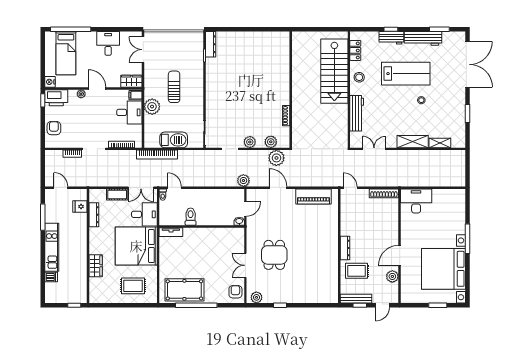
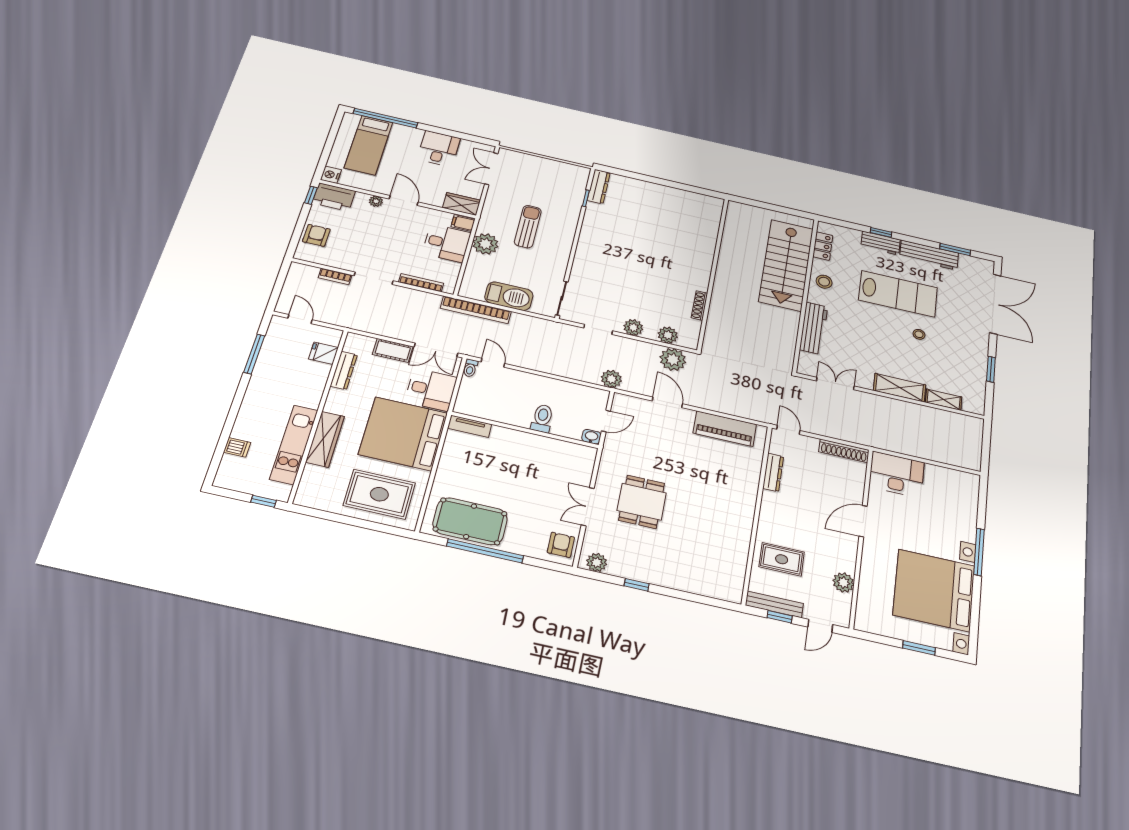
toilet: (191, 217) -> (542, 418), moved
kitchen unit: (52, 247) -> (294, 445), moved, turned 180
dresser: (345, 248) -> (773, 472), moved
door: (400, 255) -> (863, 521), moved
wardrobe: (96, 266) -> (325, 439), width x1.50
rug: (133, 286) -> (379, 494), width x1.36, depth x1.43

